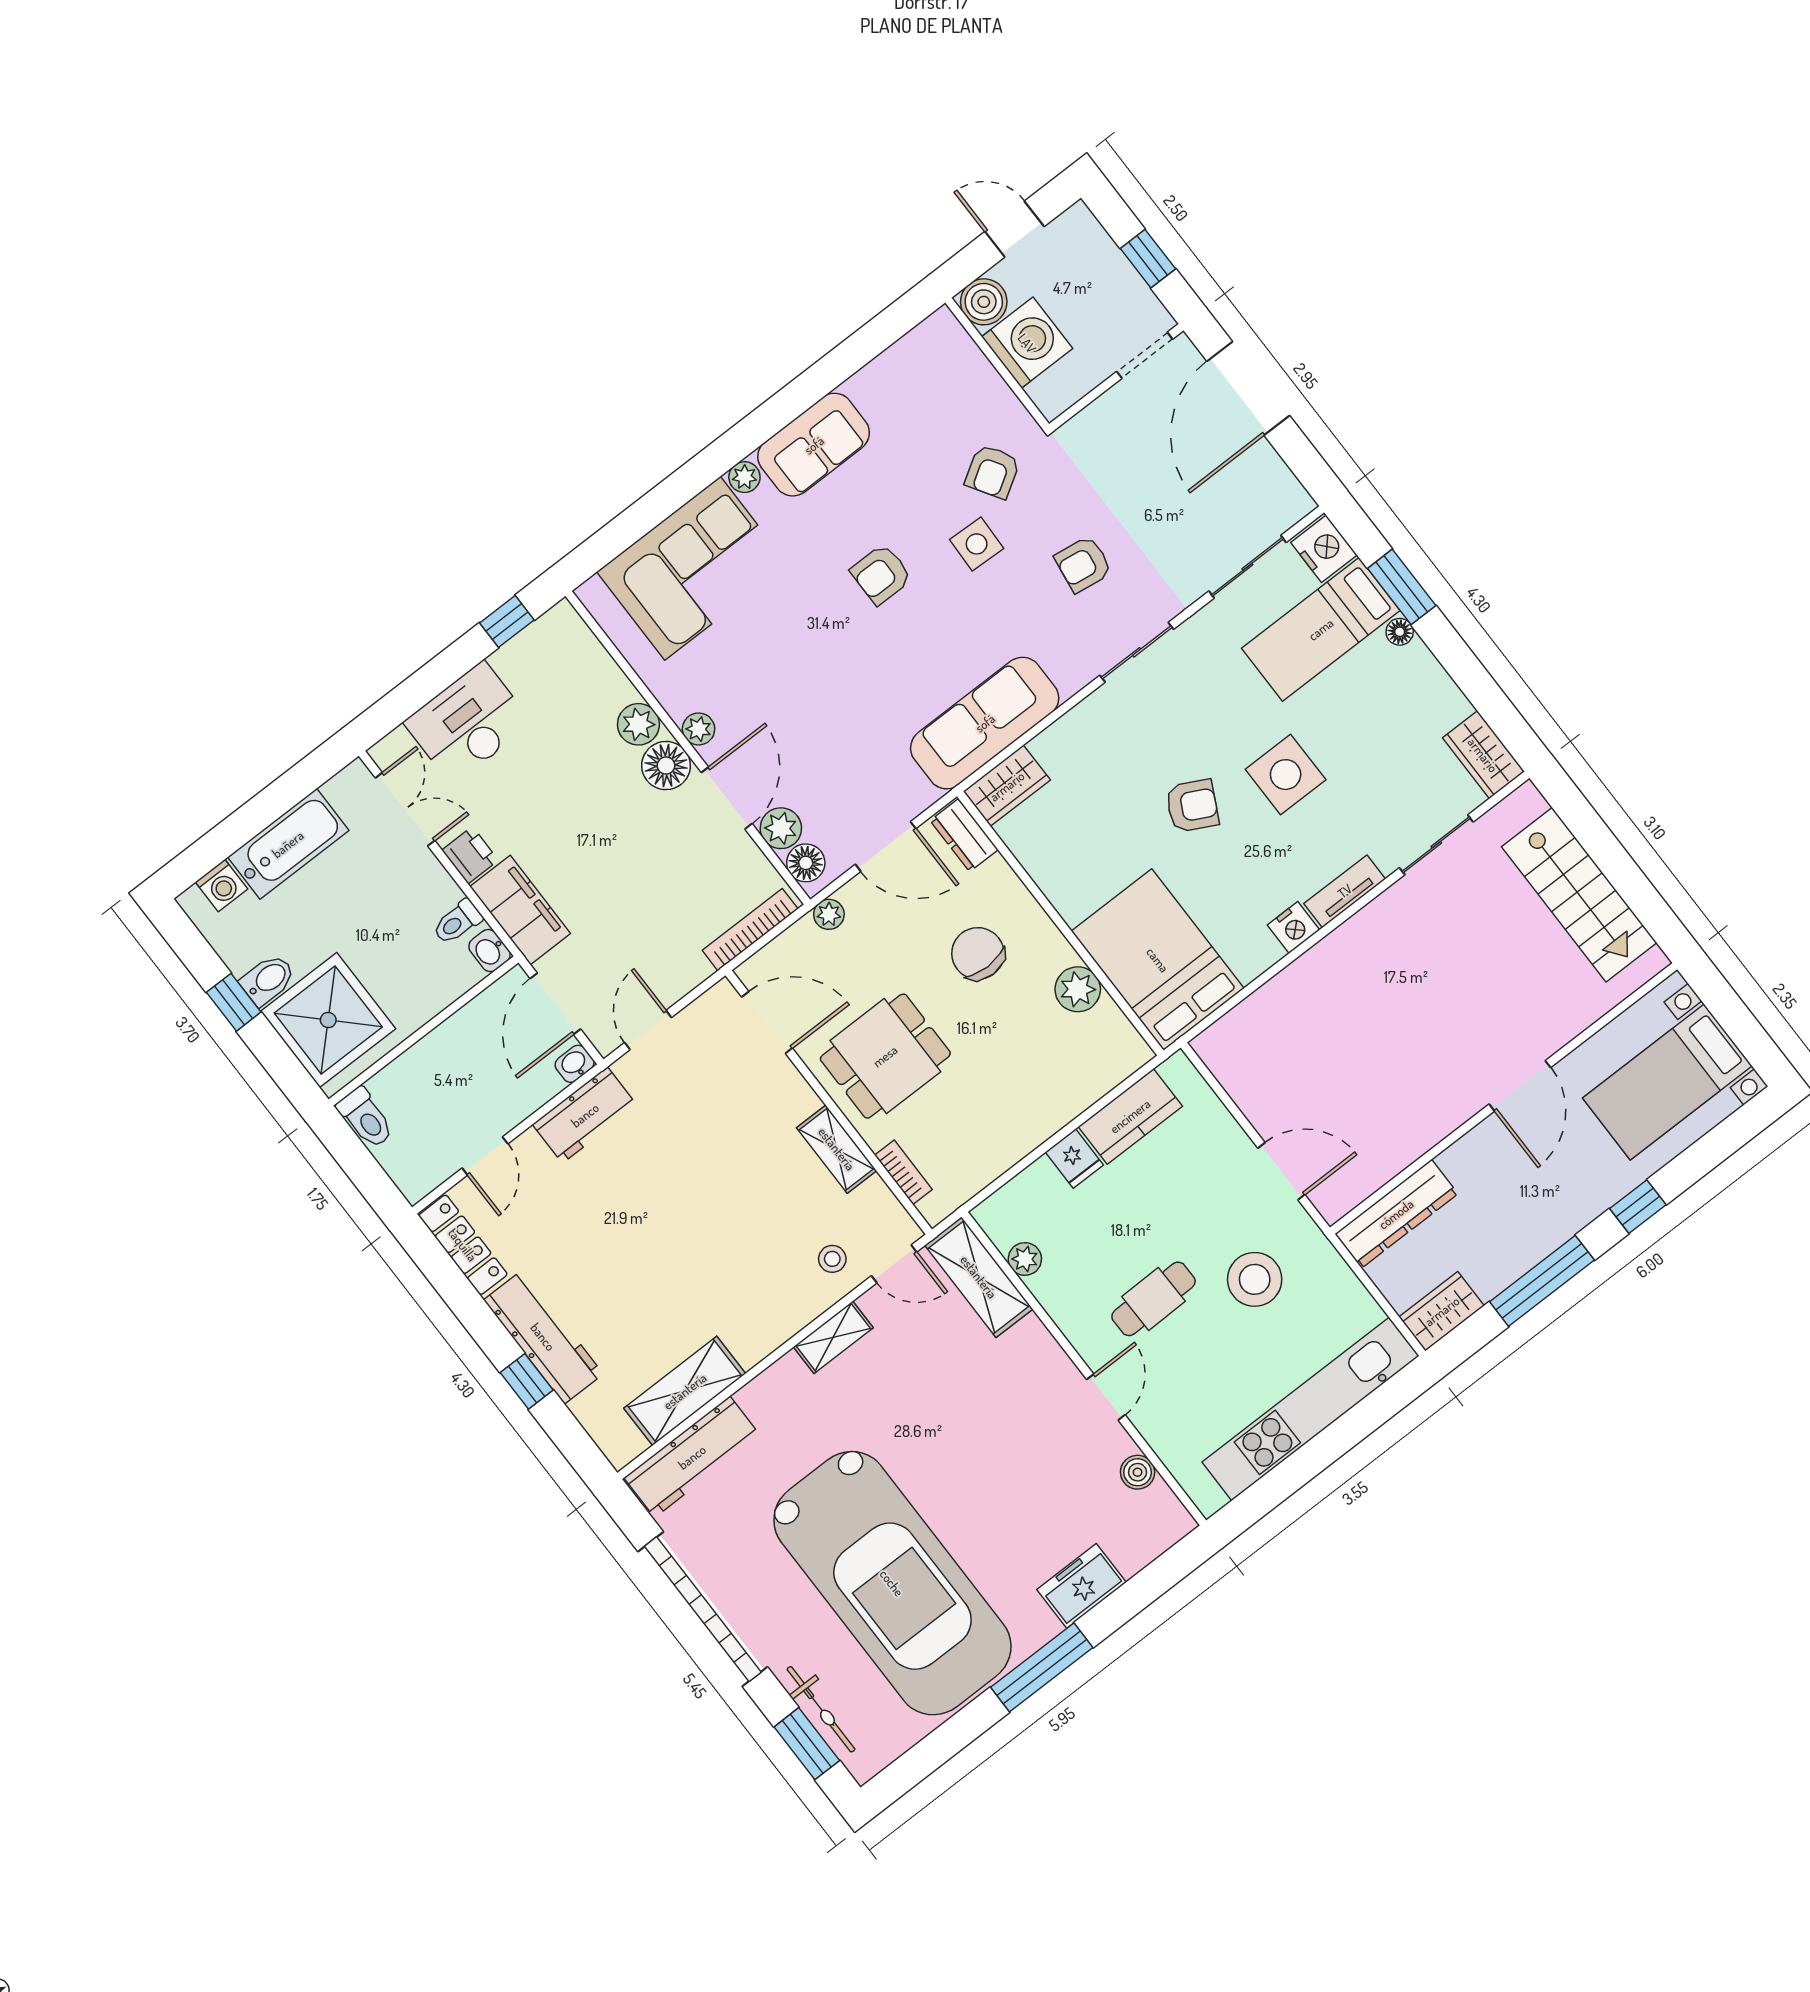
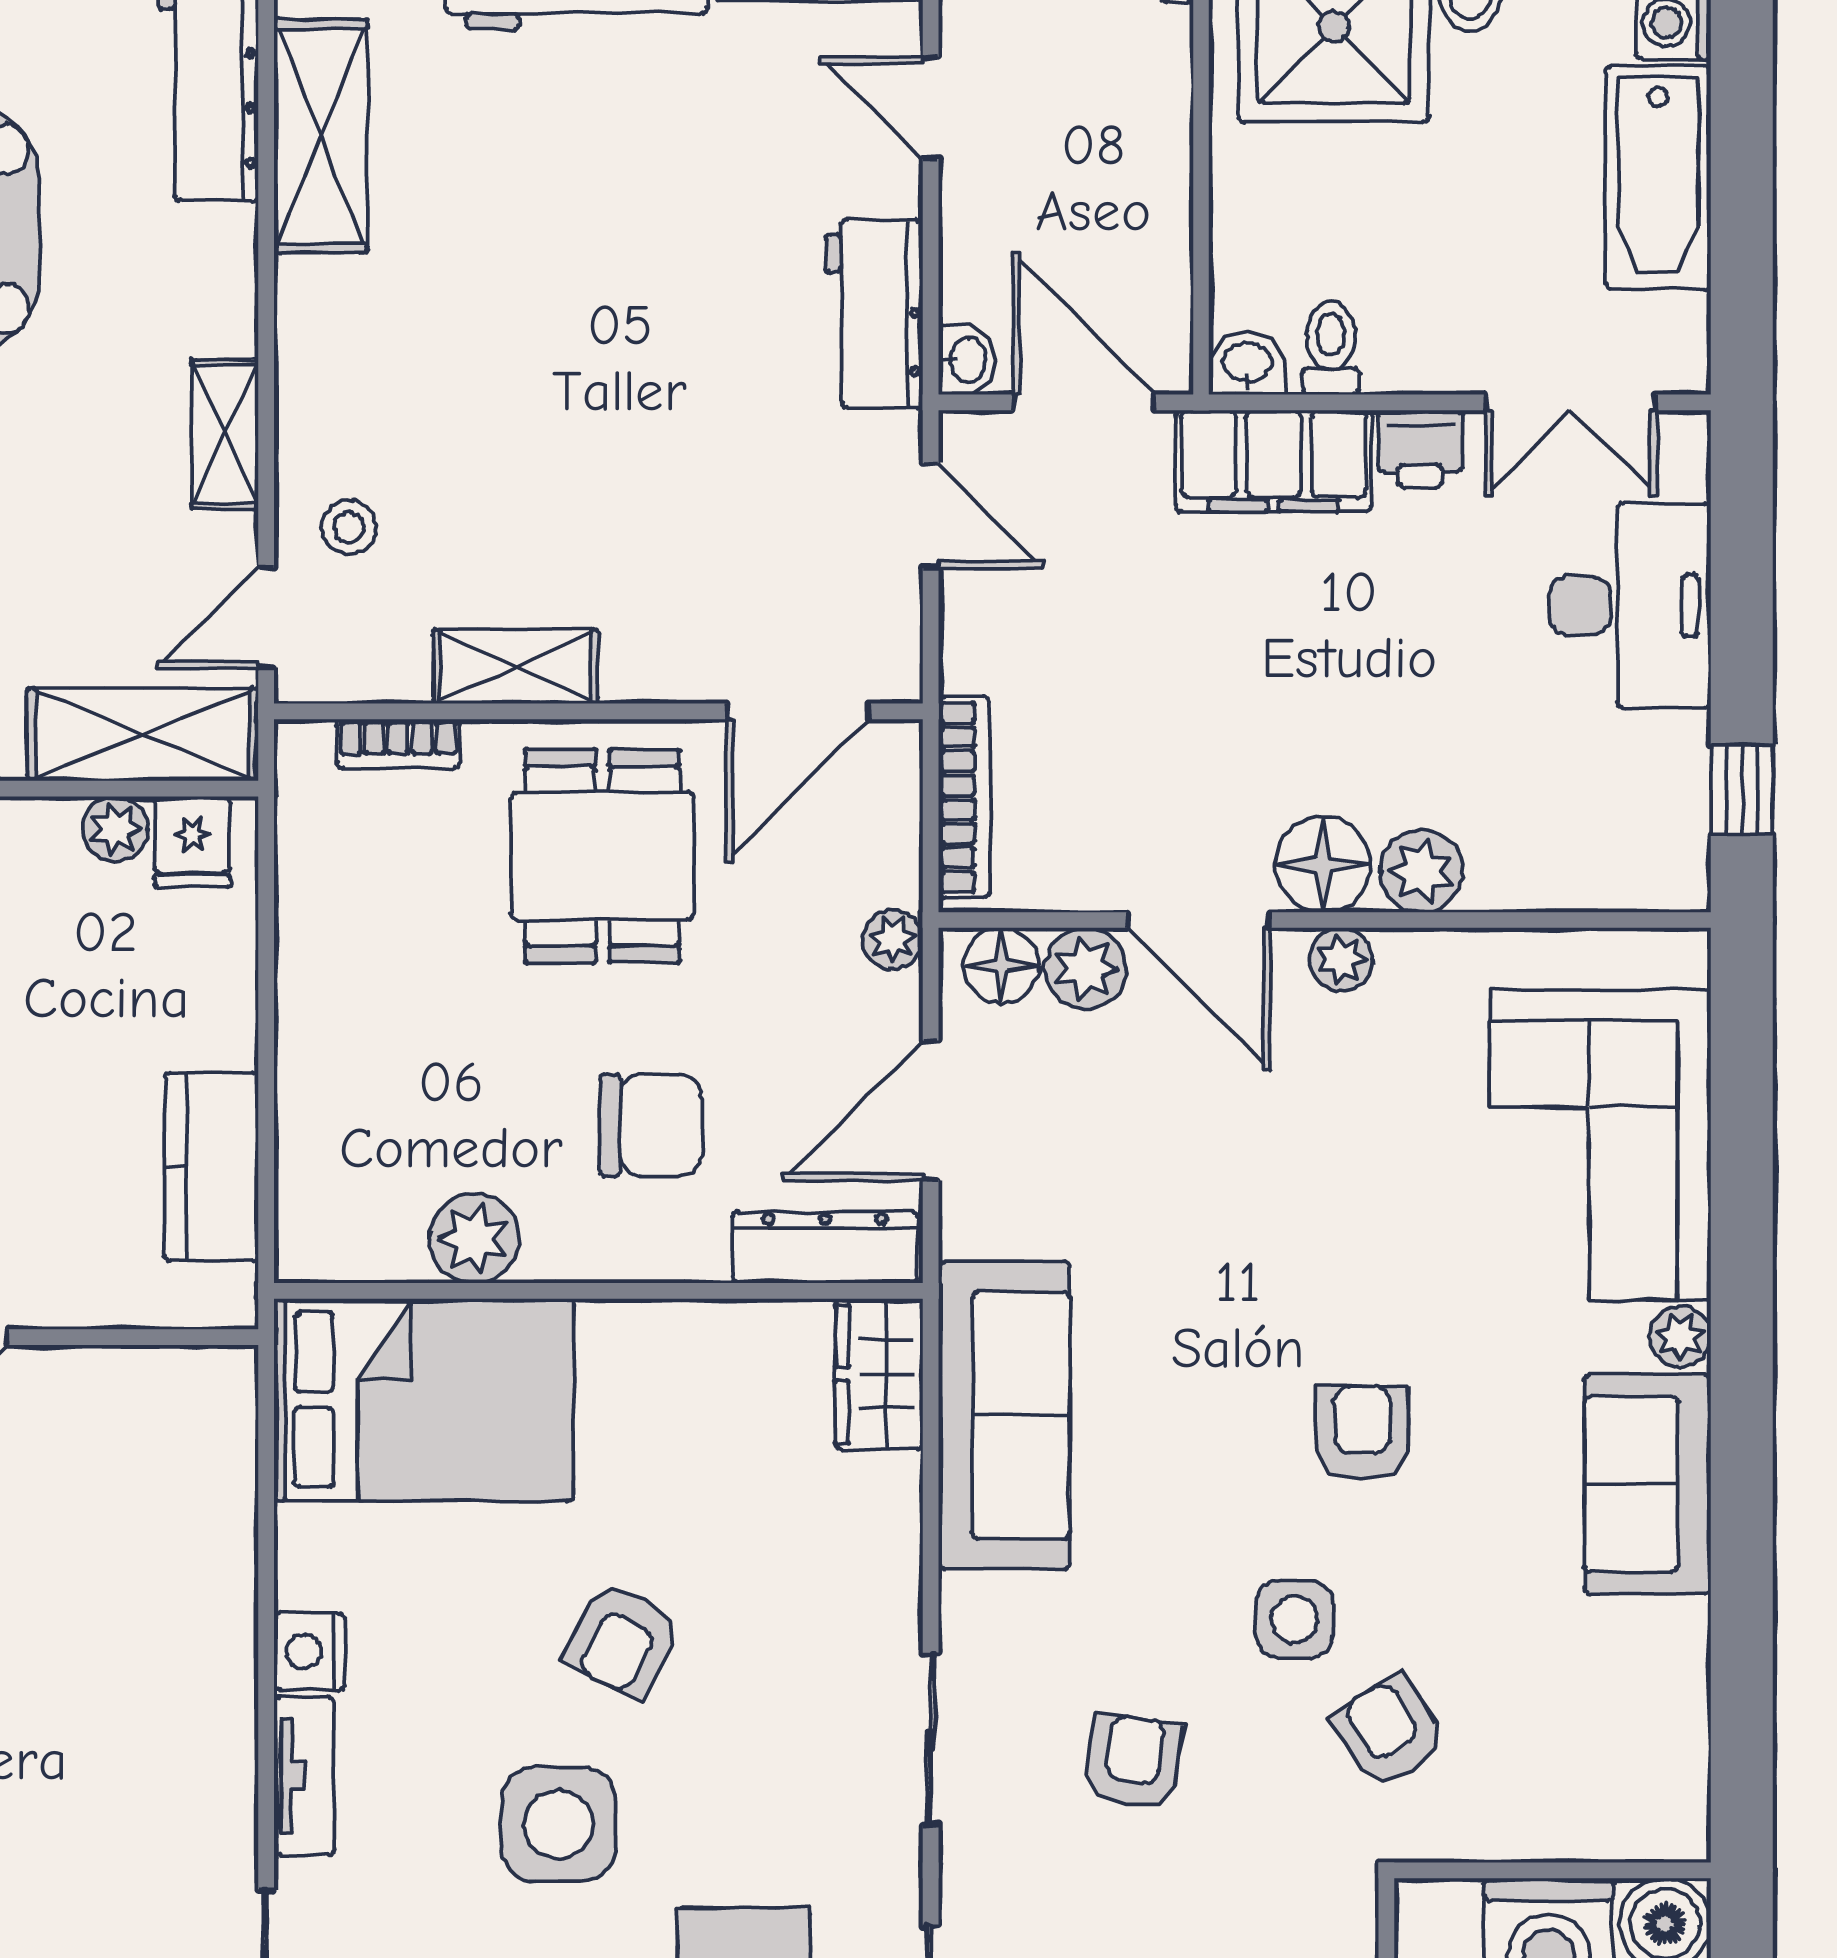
dresser: (964, 835) -> (825, 1247), width x1.44
fridge: (1074, 1158) -> (192, 842), moved, turned -90

